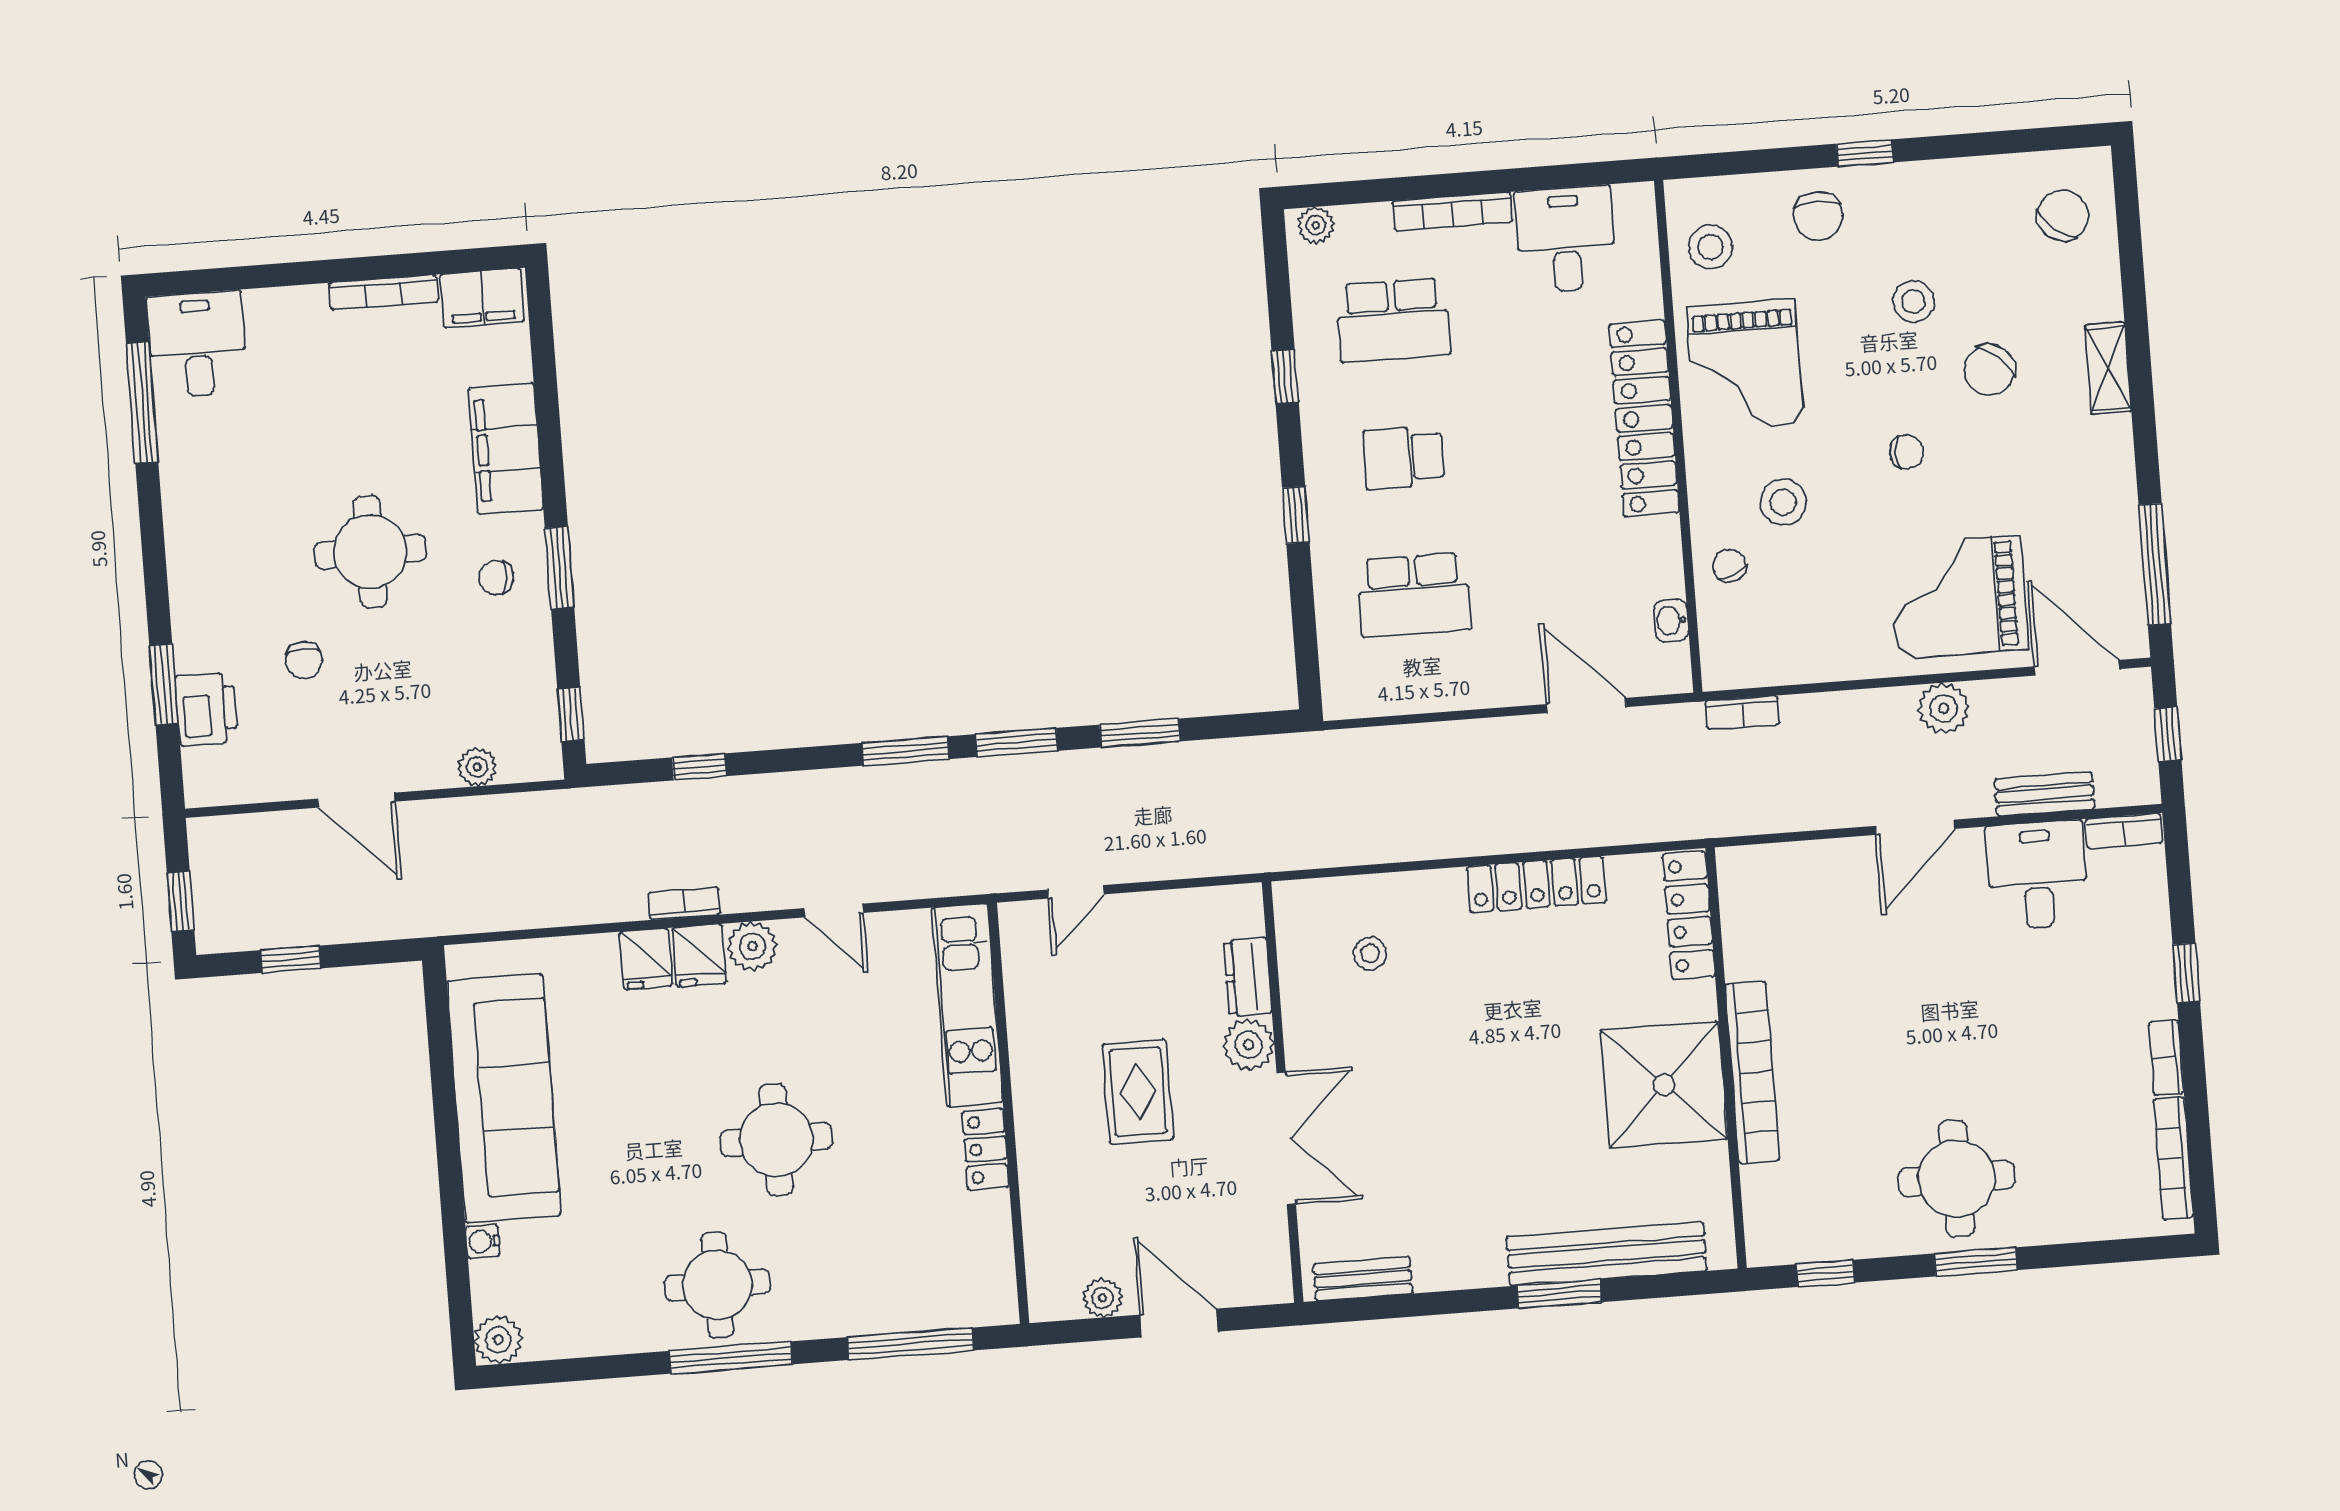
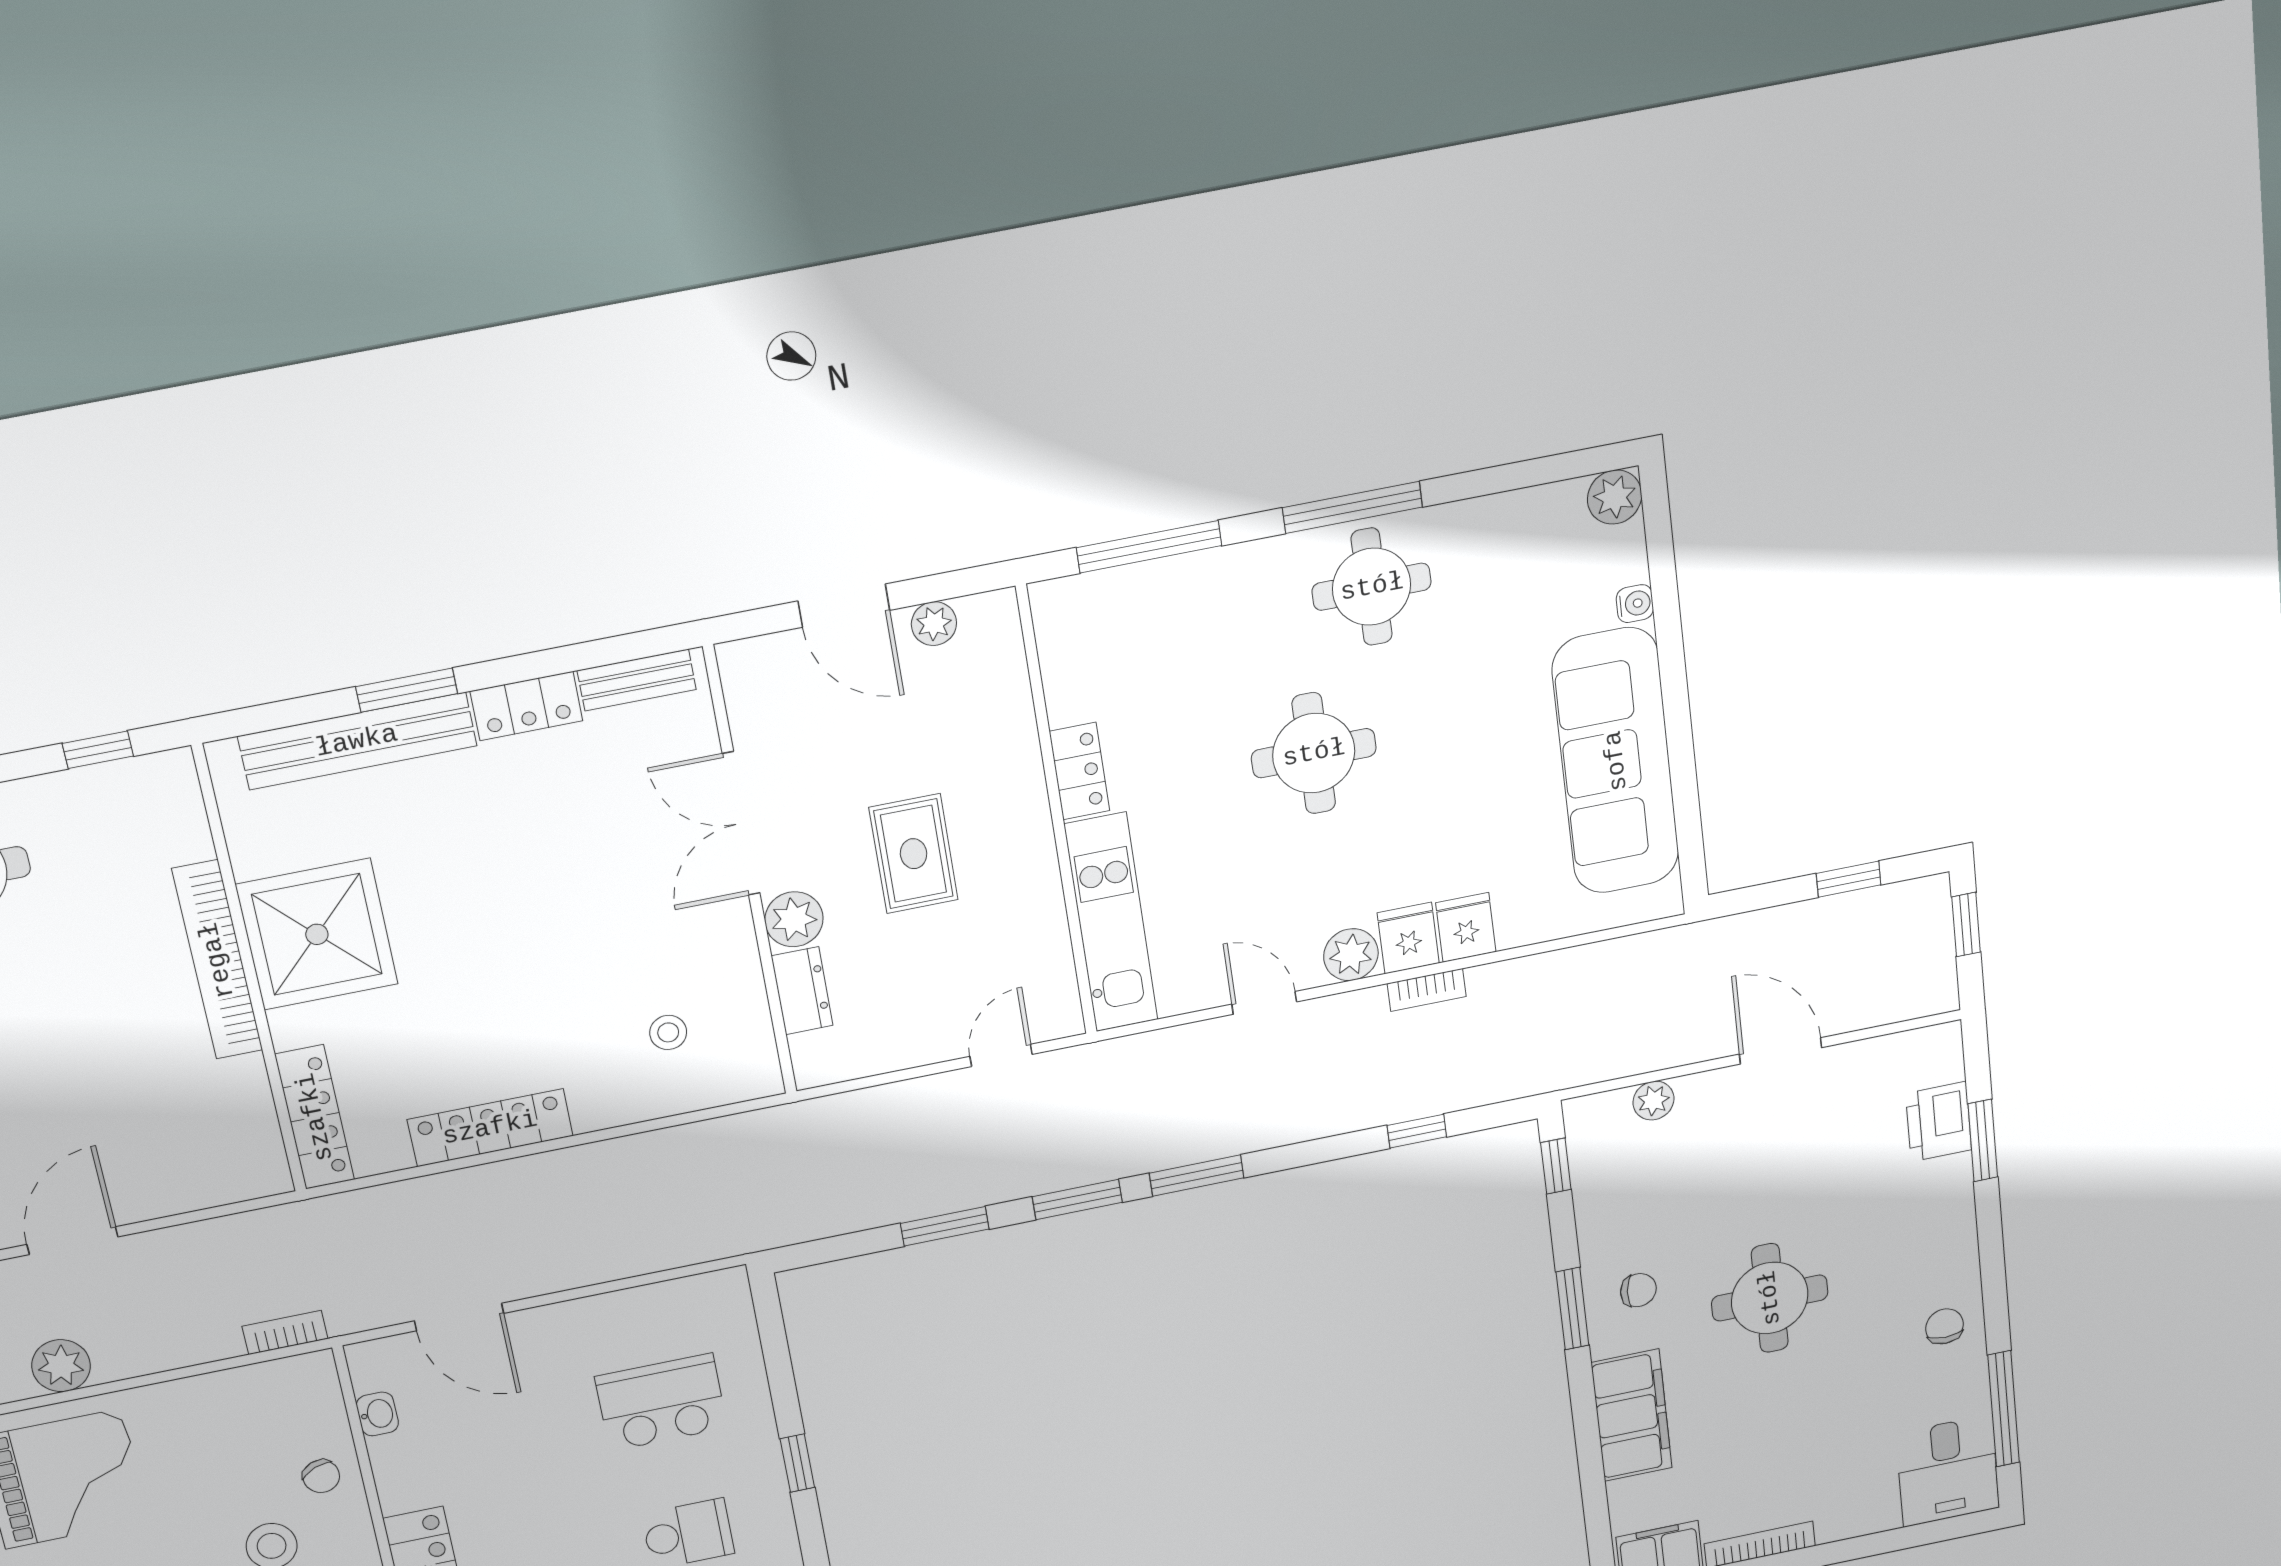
chair: (304, 660) -> (1944, 1326), moved
locker: (1460, 1267) -> (526, 706), added

